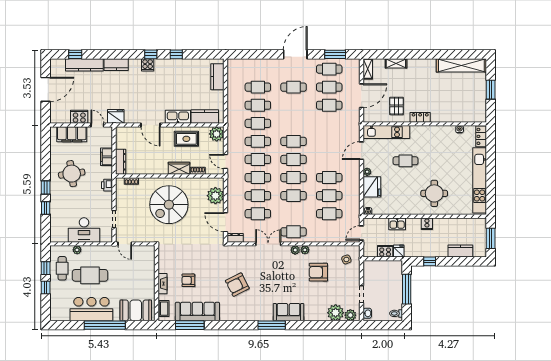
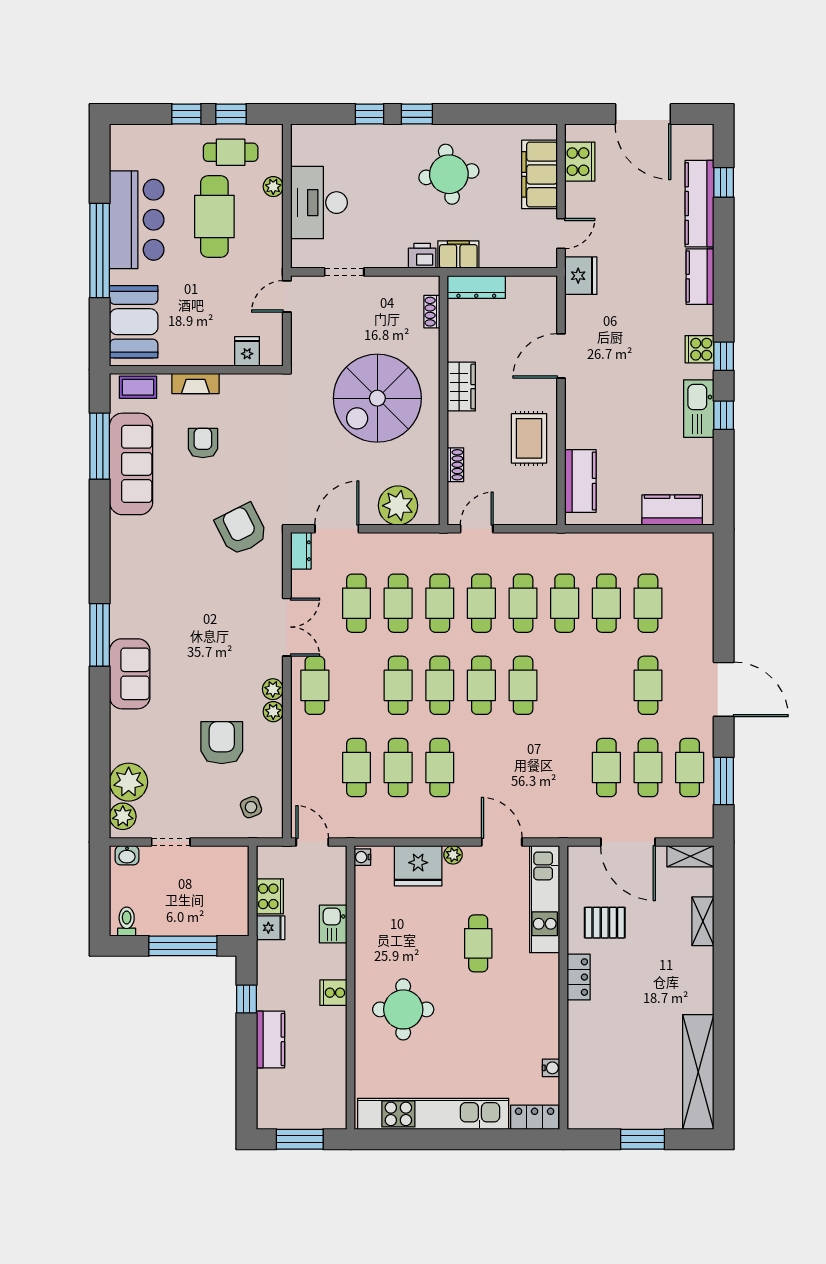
cooker: (79, 117) -> (580, 162), moved
kitchen sink: (178, 117) -> (699, 409), moved, turned 180
plant: (217, 134) -> (540, 508), removed
filing cabinet: (107, 157) -> (458, 255), moved
wardrobe: (179, 168) -> (461, 387), moved
spiral stairs: (169, 205) -> (377, 398), turned -90
kitchen counter: (460, 251) -> (270, 1039), moved
fridge: (149, 261) -> (247, 351), added
armchair: (237, 285) -> (241, 529), moved

